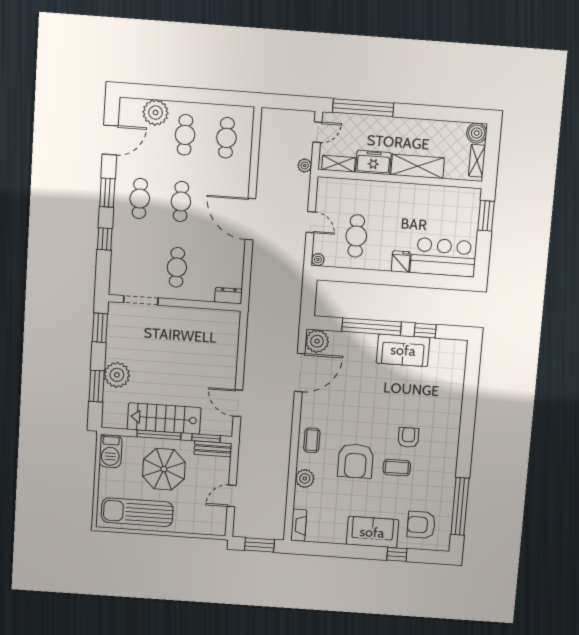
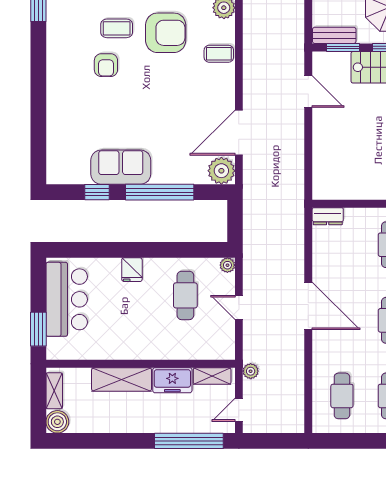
bar counter: (443, 257) -> (67, 299), moved, turned -90
coffee table: (312, 440) -> (219, 54), turned 90
armchair: (356, 461) -> (166, 33), turned 90

